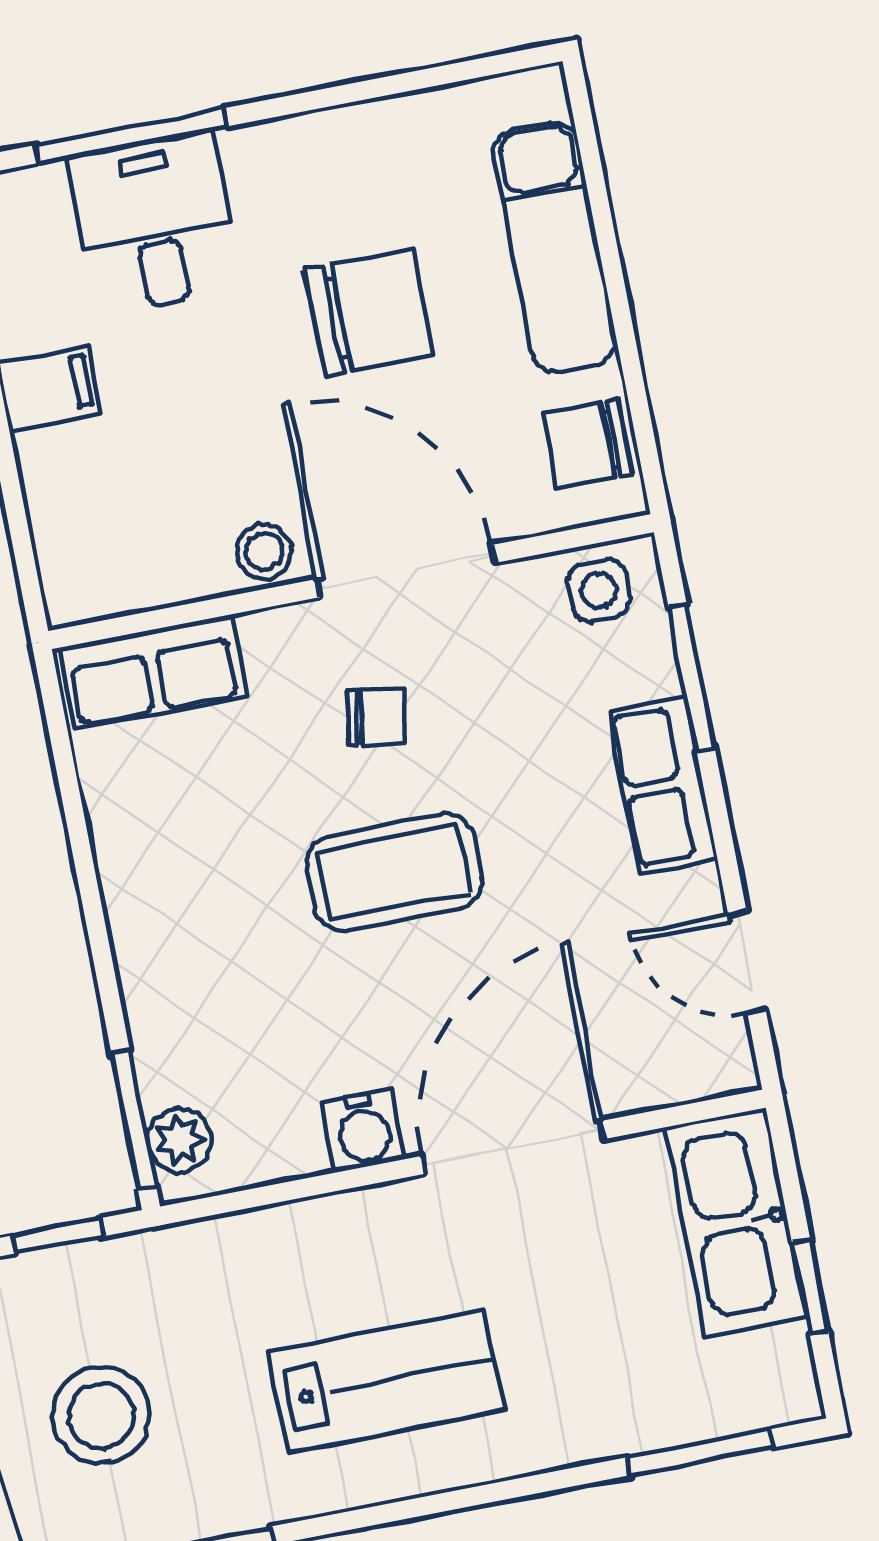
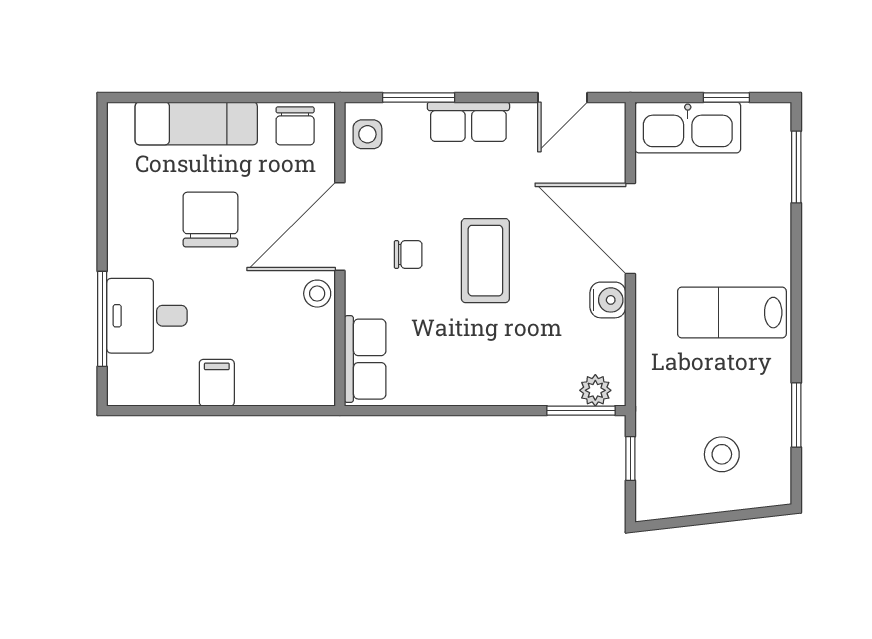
chair: (376, 717) -> (408, 255), turned 80
lab bench: (386, 1381) -> (732, 313), turned -90
stool: (101, 1416) -> (722, 454), width x0.73, depth x0.73

